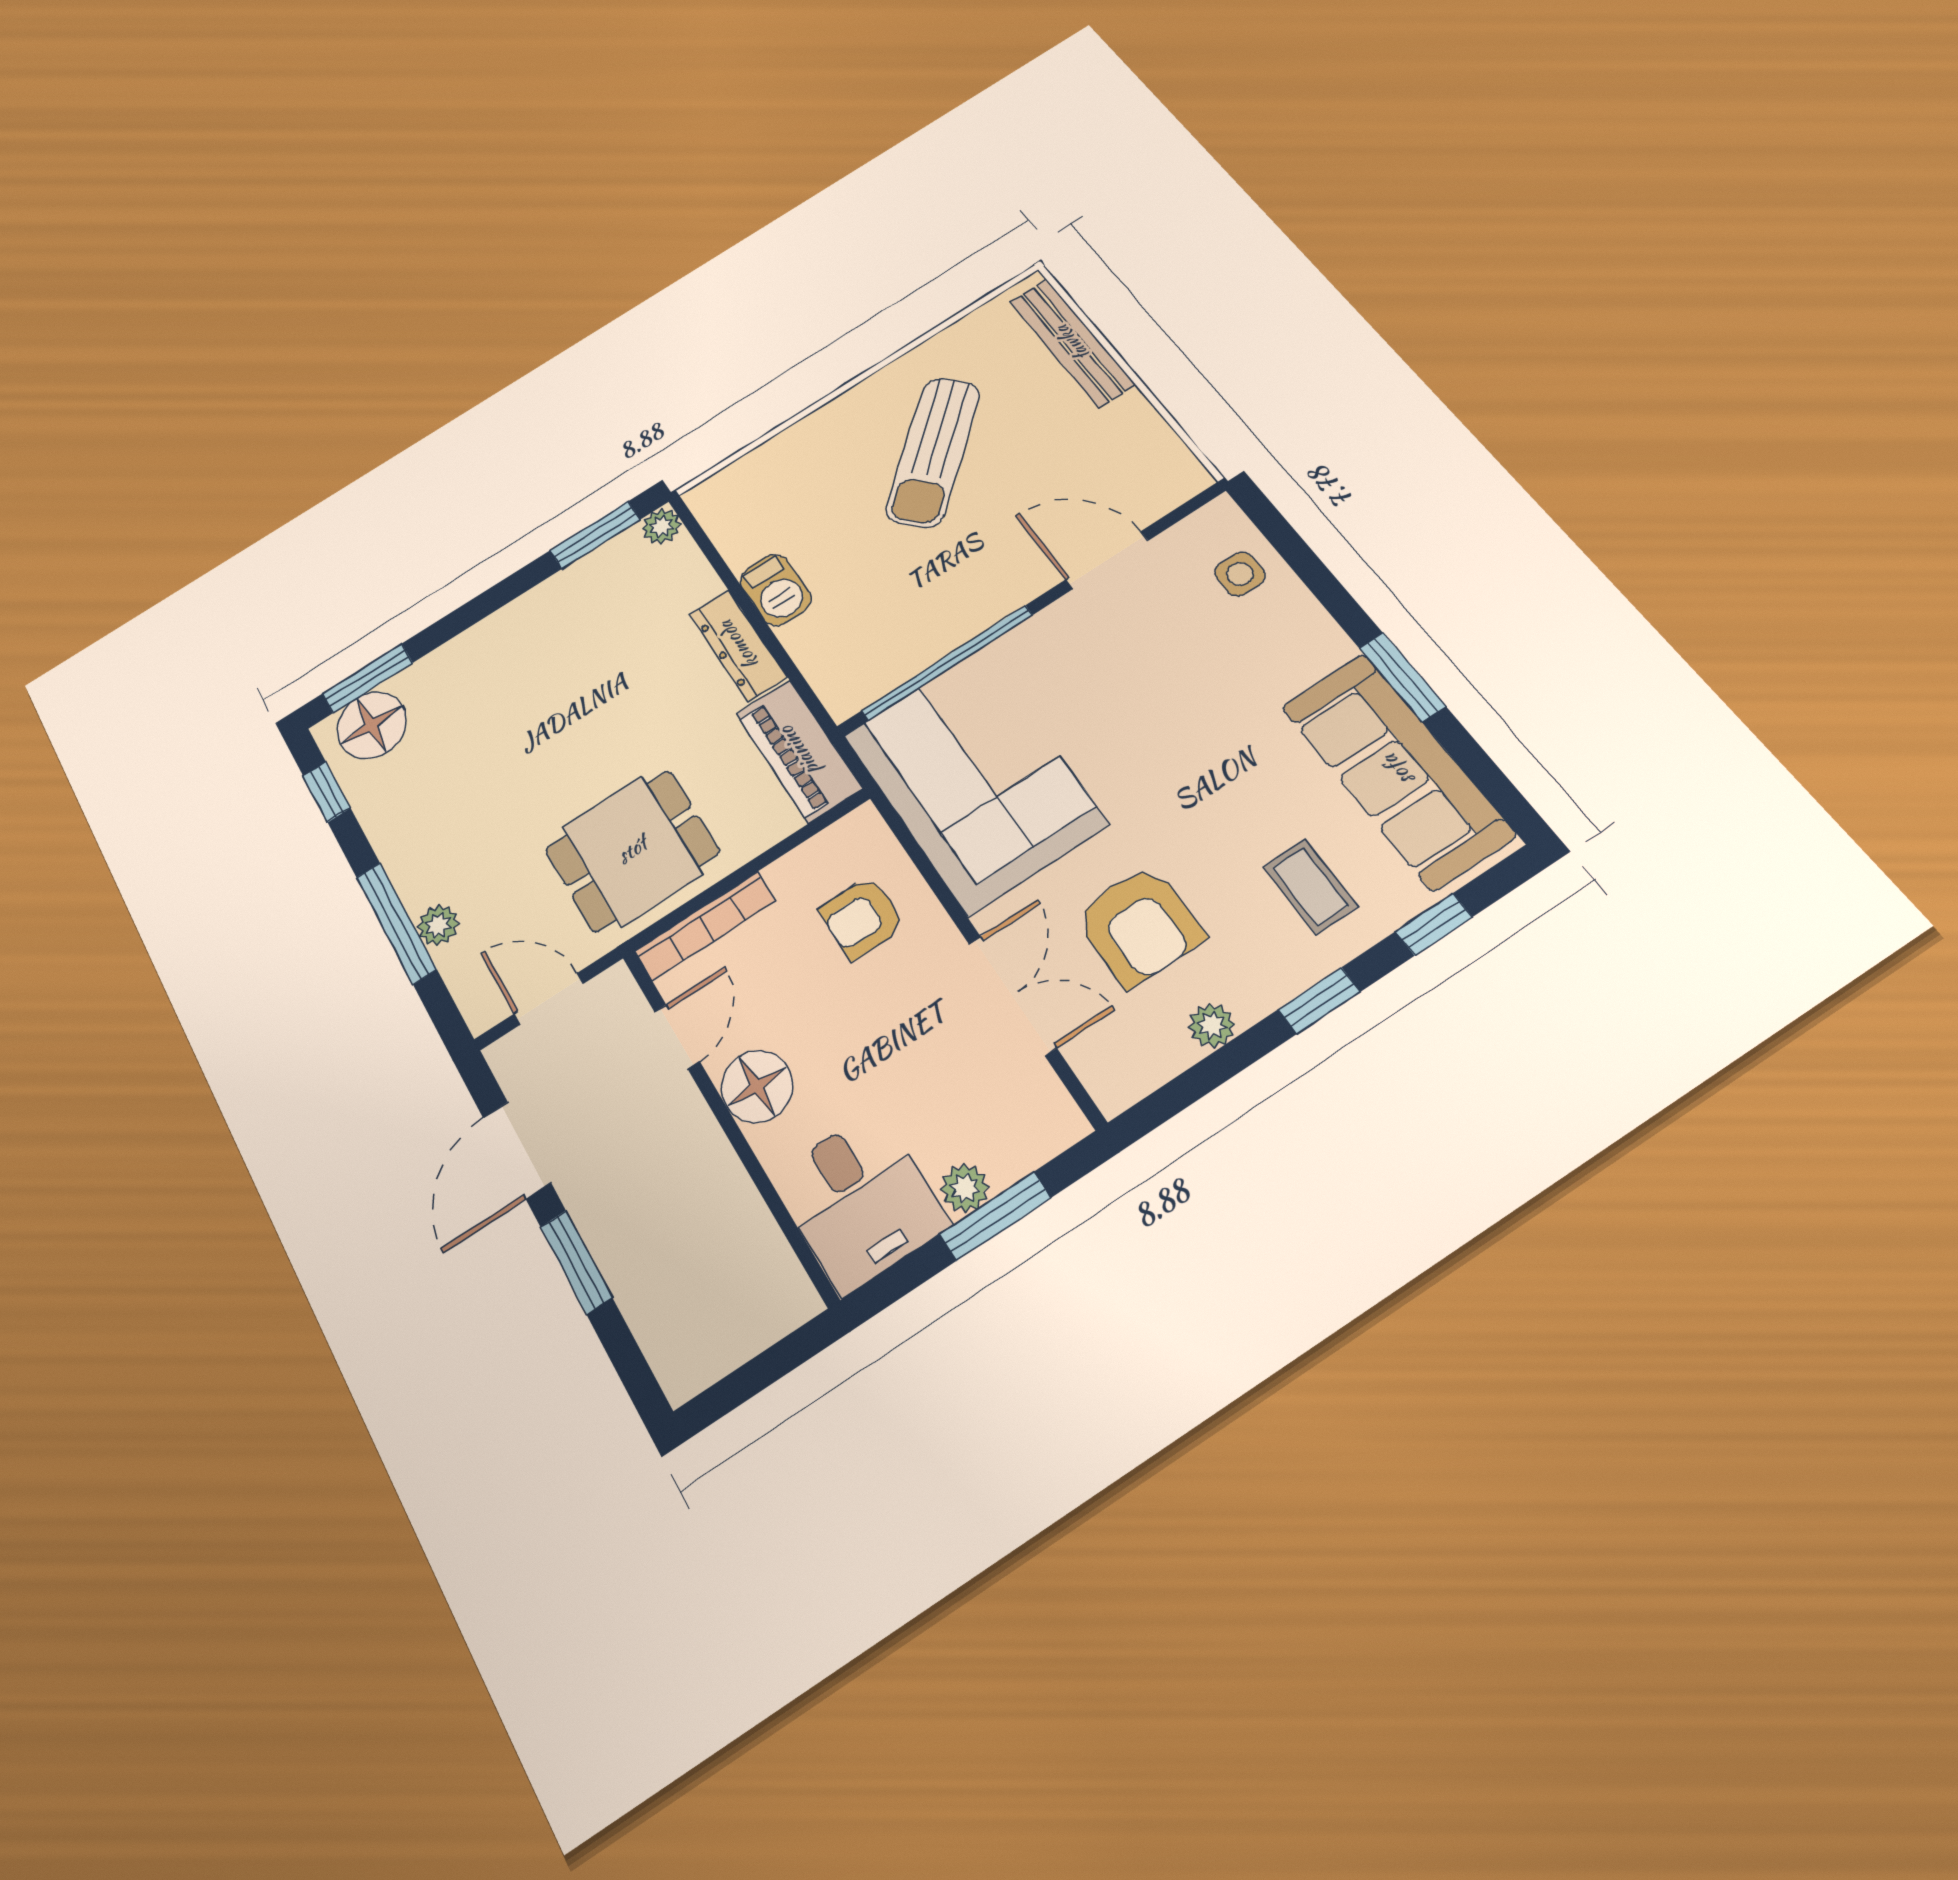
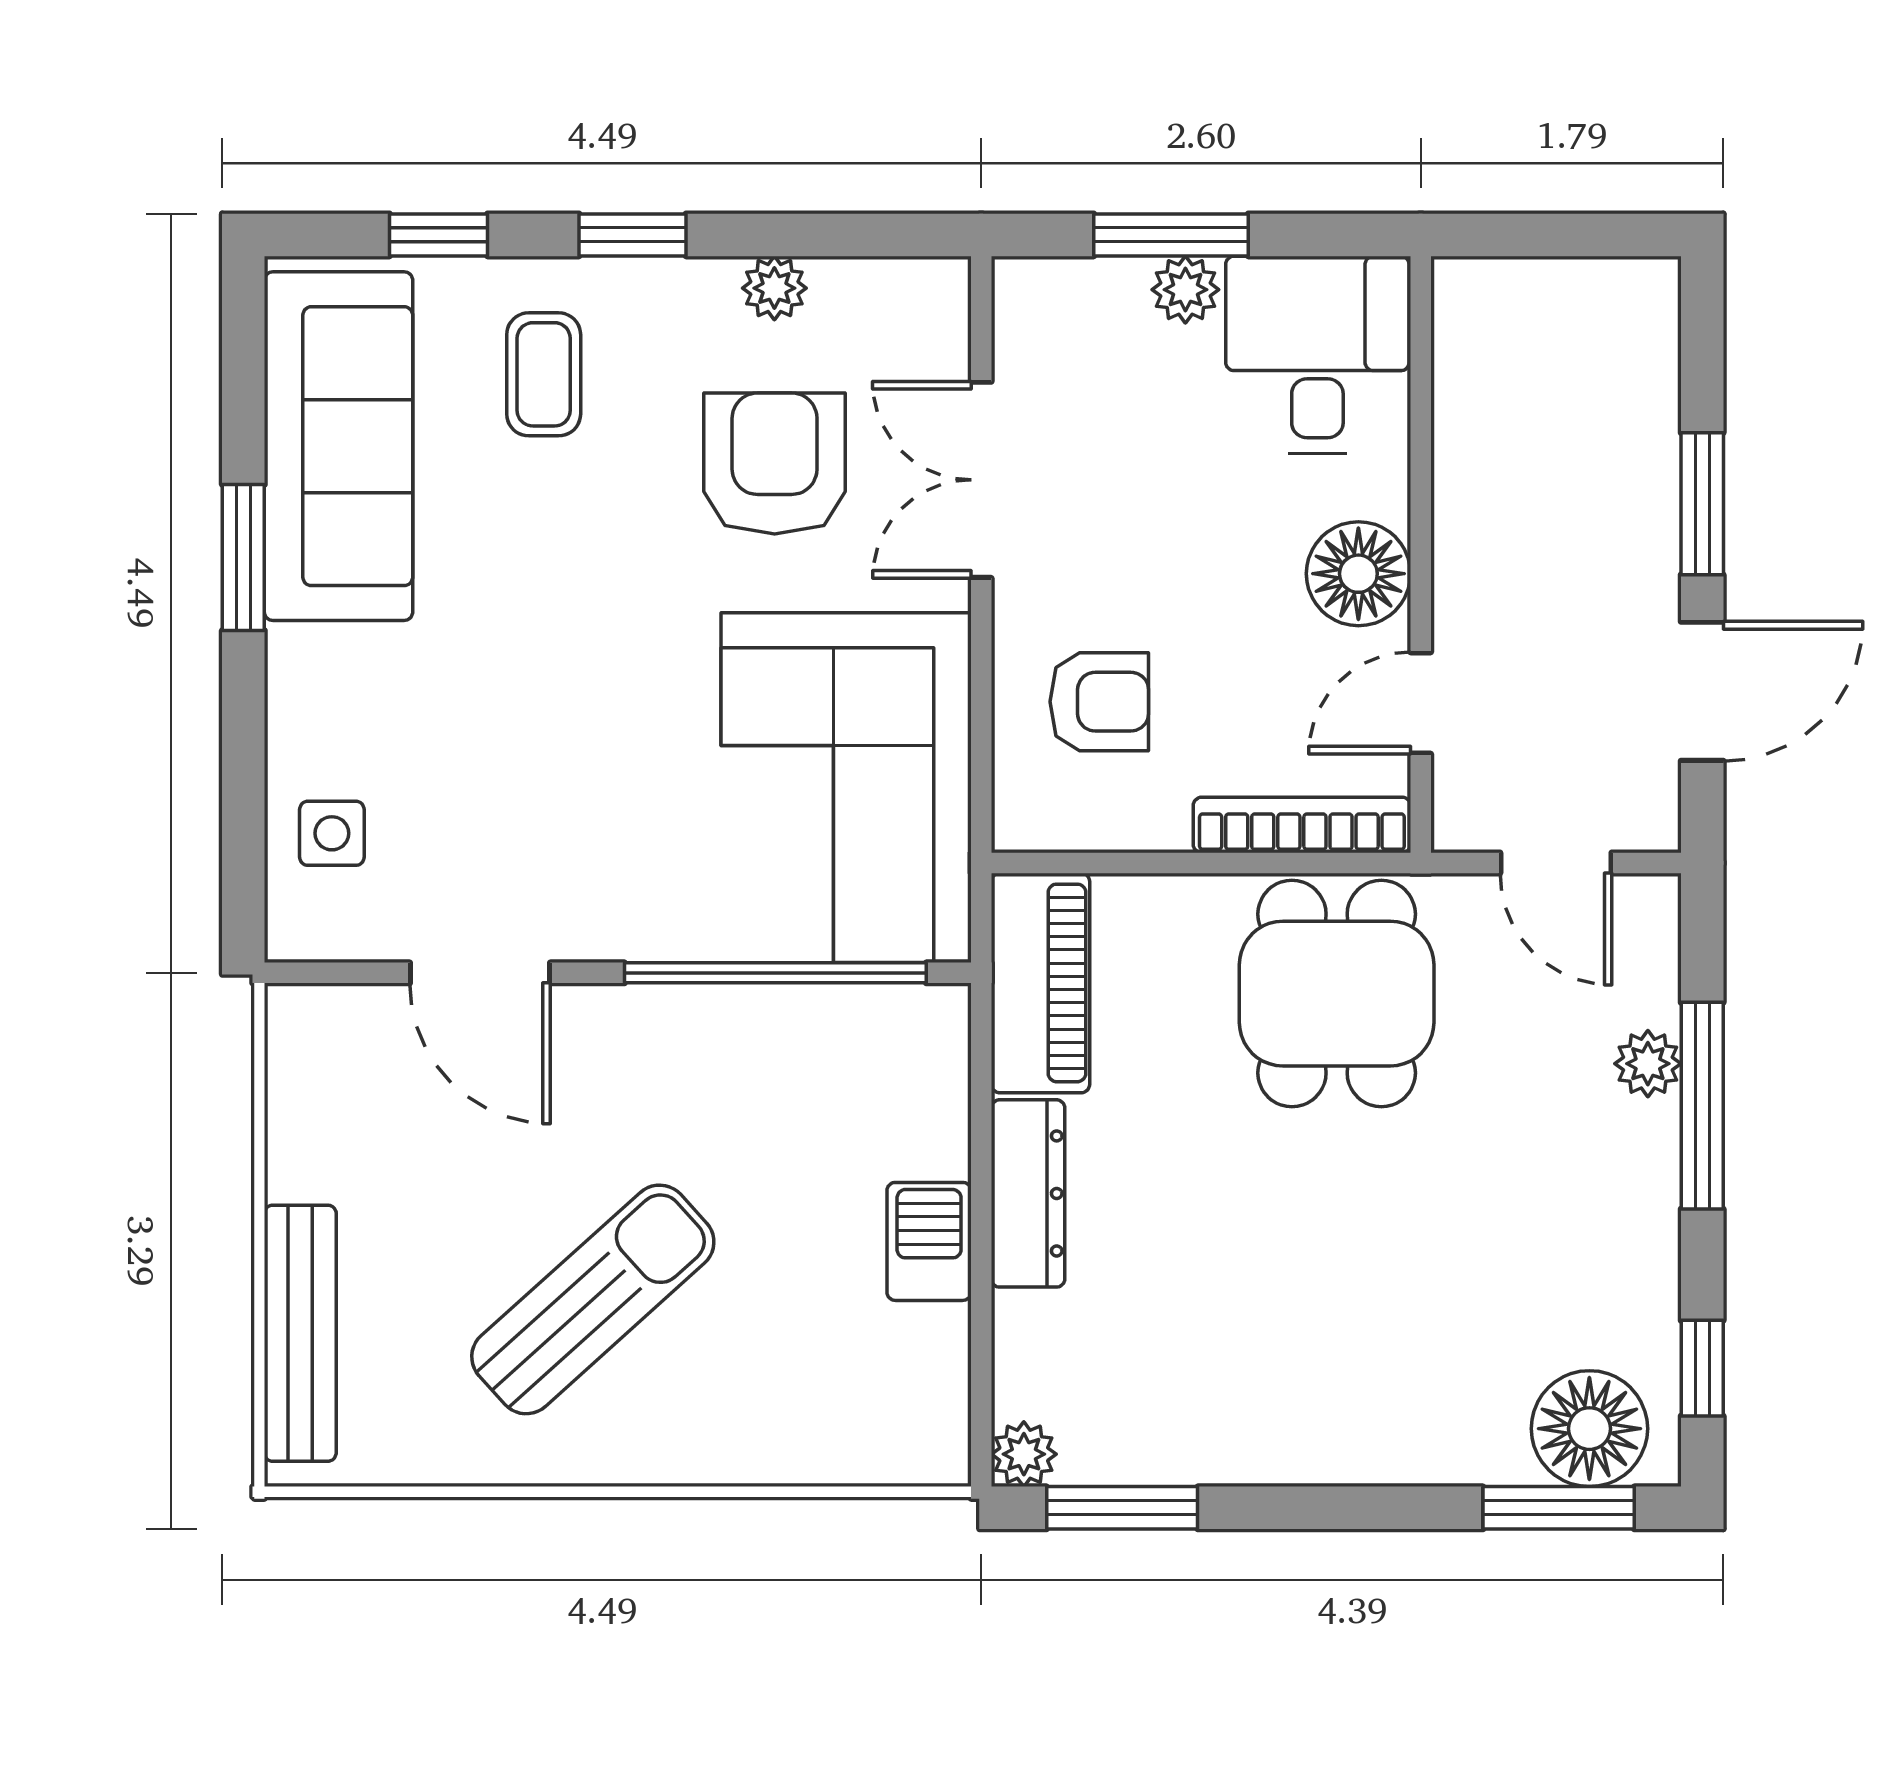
dining table: (632, 850) -> (1337, 994), turned 90

